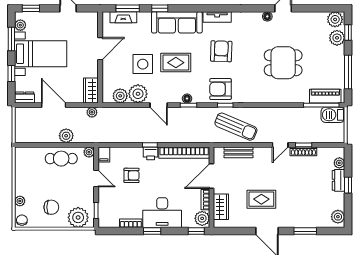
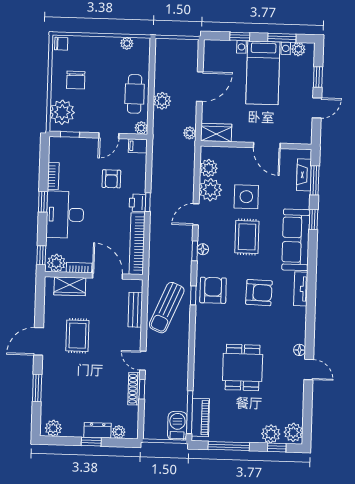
window: (31, 8) -> (318, 77), moved
dresser: (25, 98) -> (210, 52), removed
plant: (20, 201) -> (127, 43), moved

